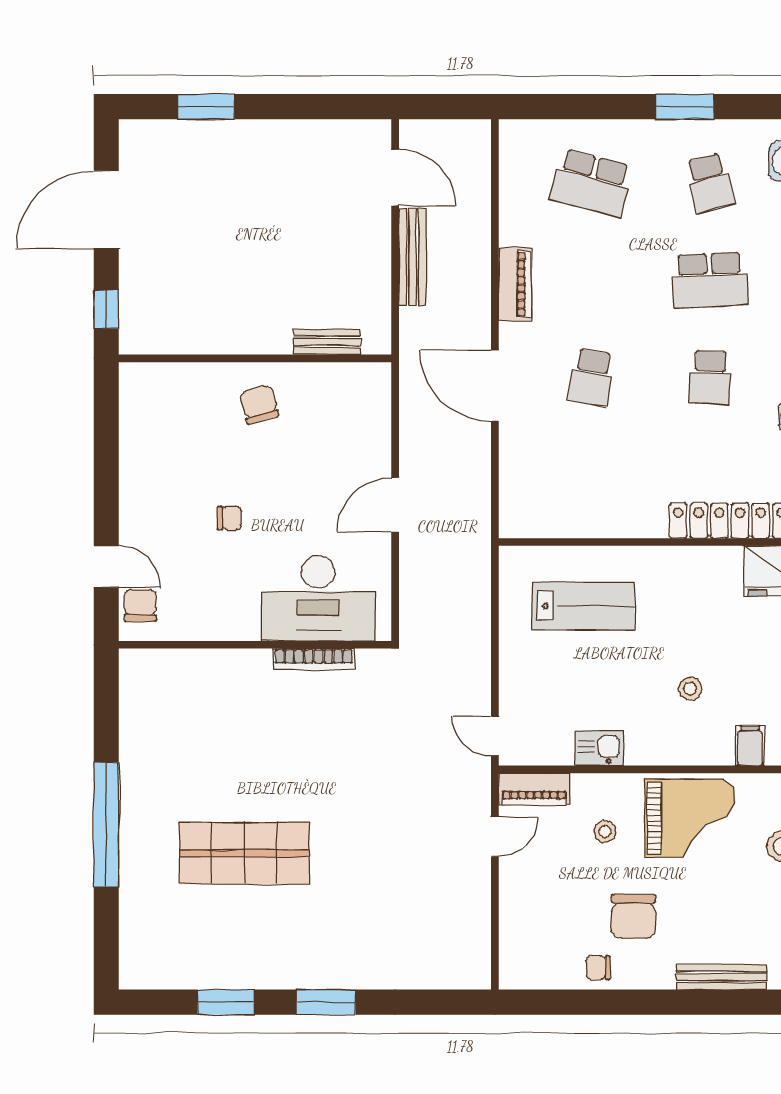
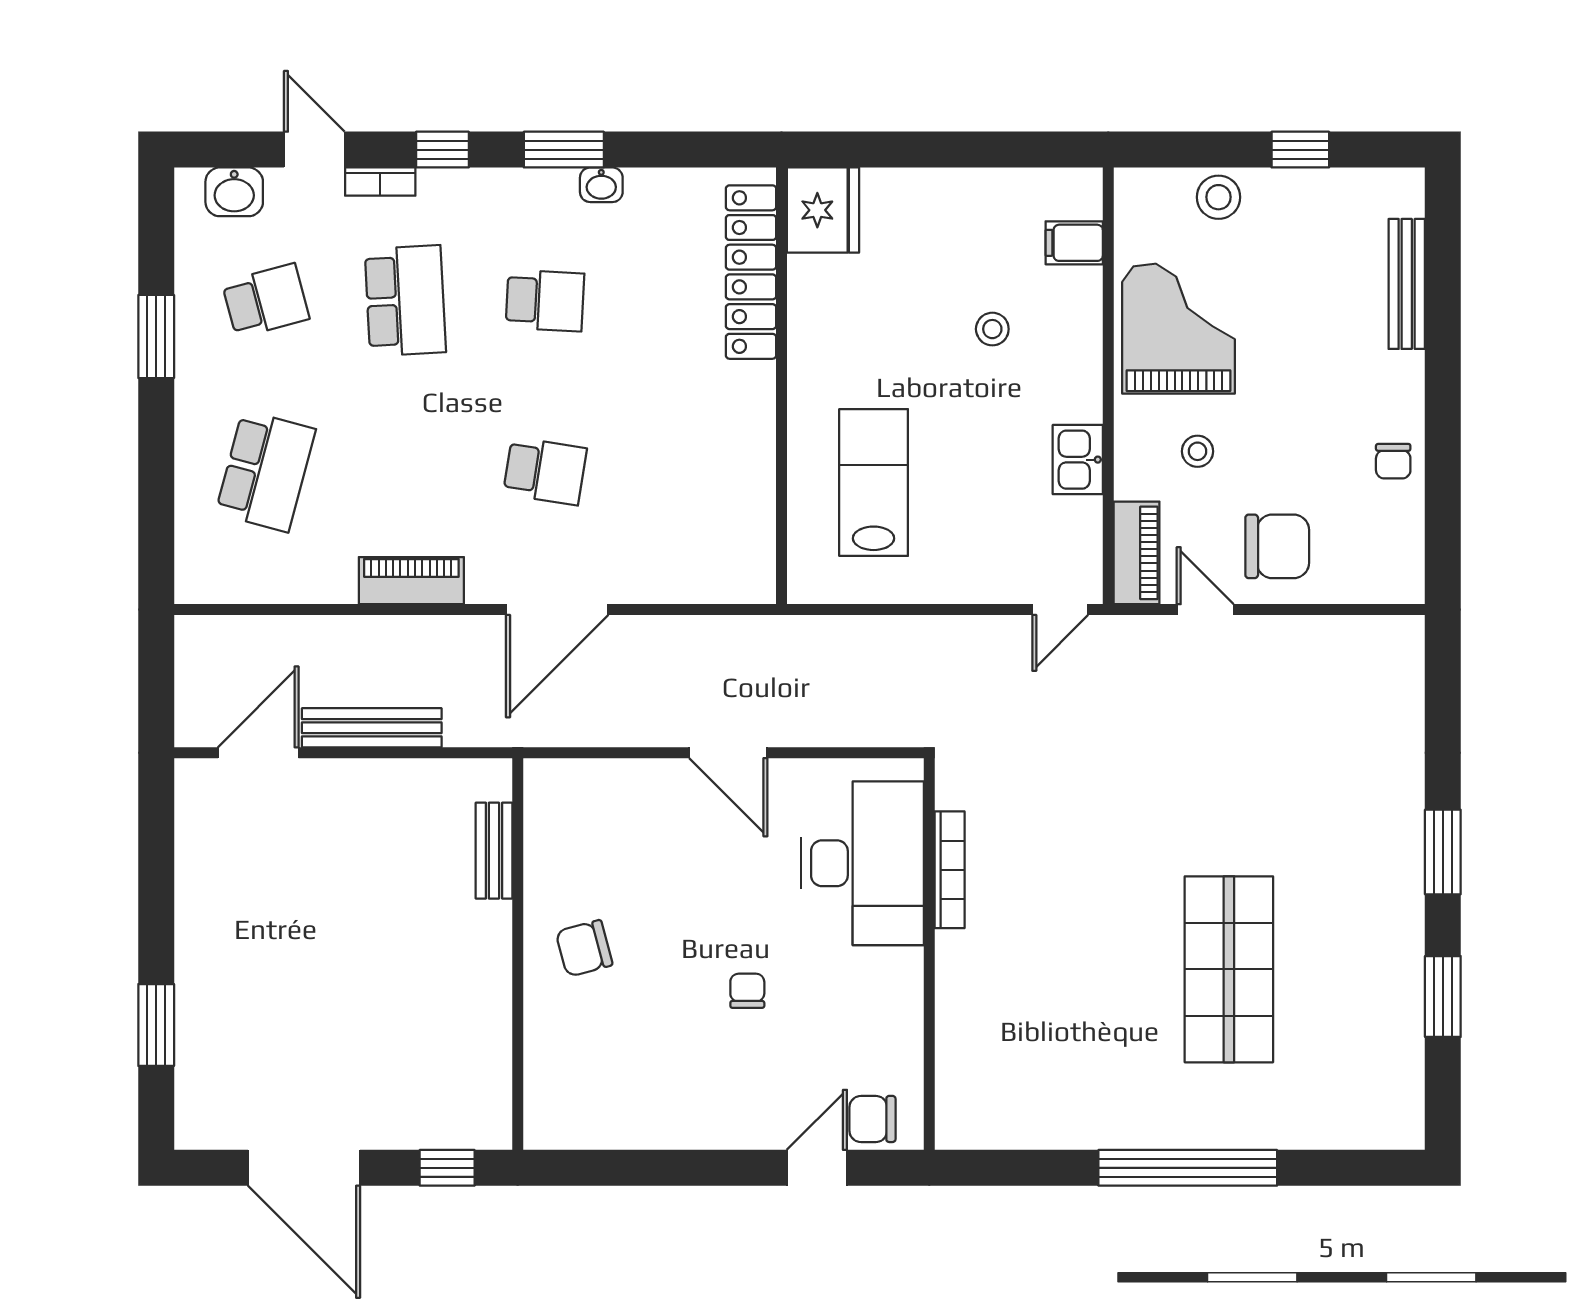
chair: (634, 916) -> (1277, 546), moved

